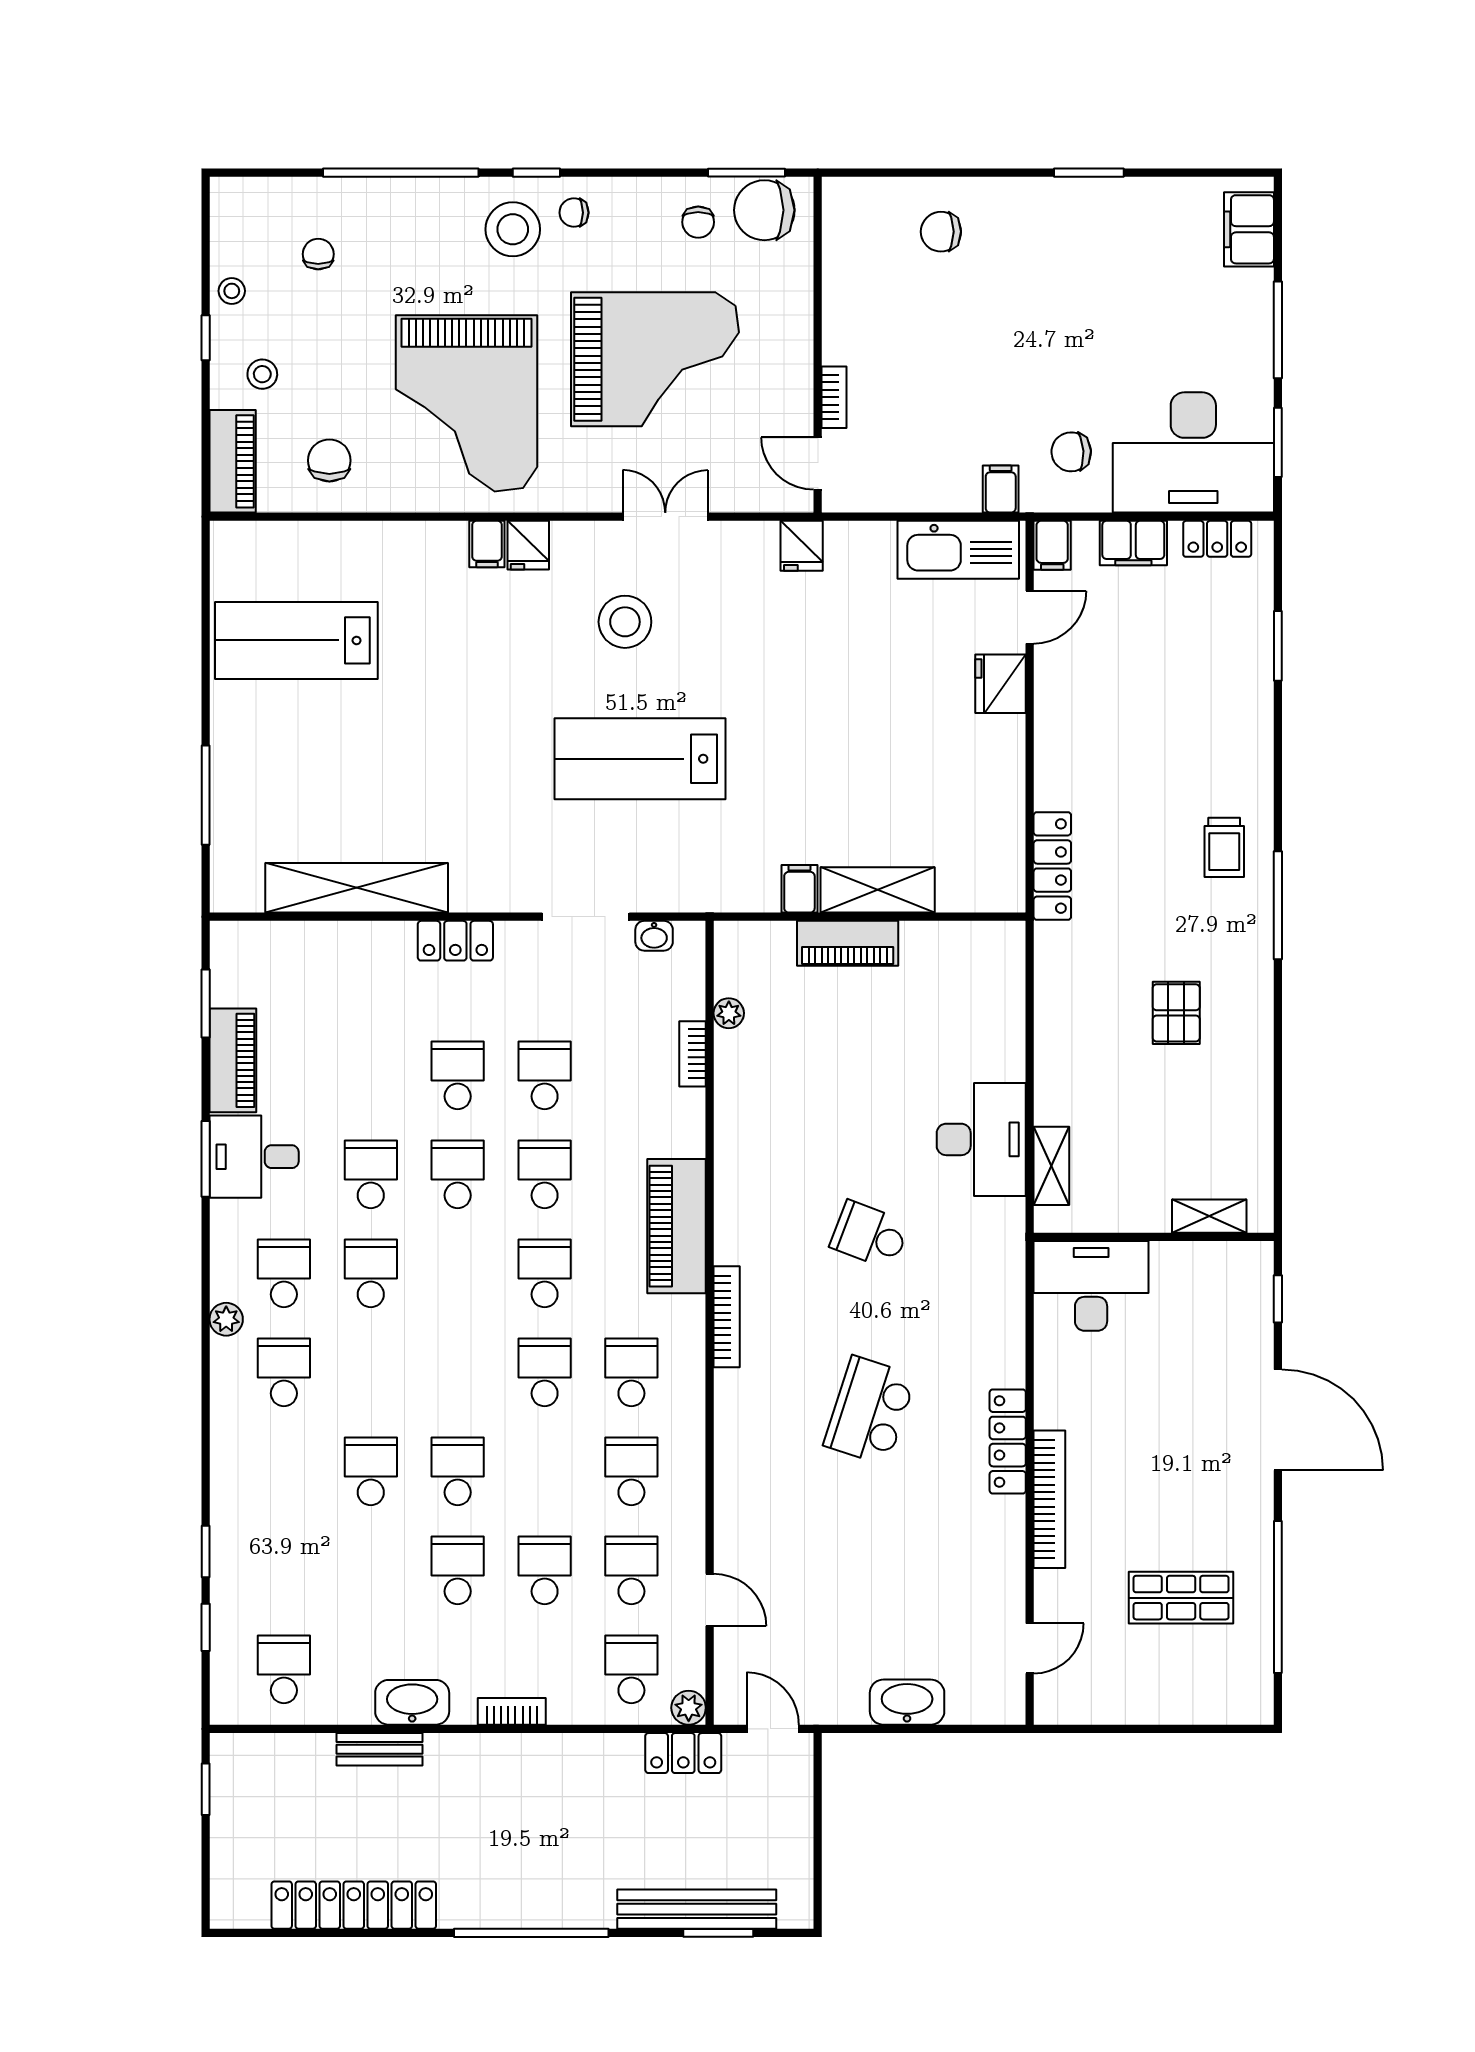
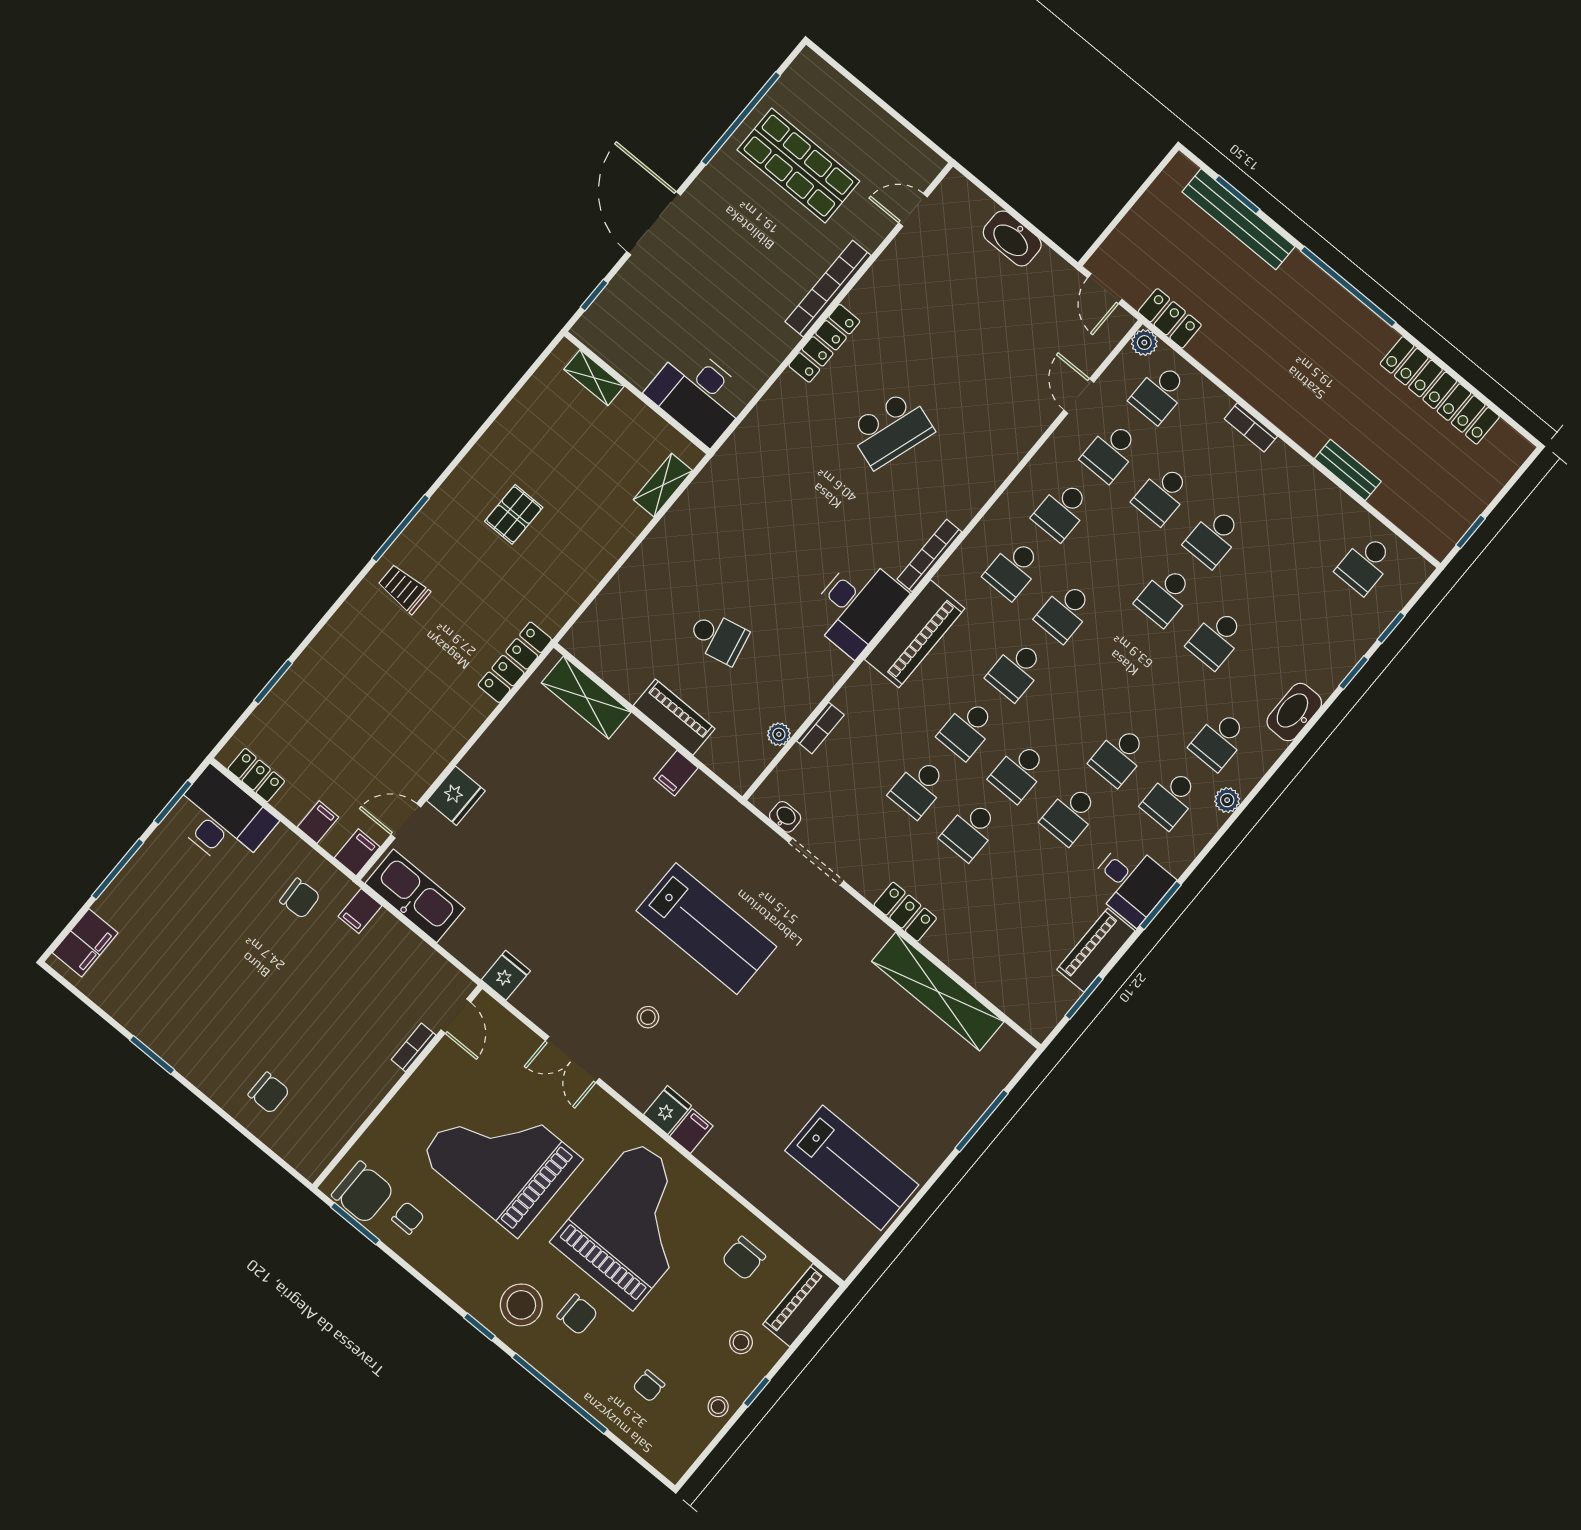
chair: (574, 213) -> (577, 1314), moved, width x1.37, depth x1.37
desk: (1193, 452) -> (222, 819), width x0.73, depth x0.77
filing cabinet: (1133, 543) -> (318, 822), width x0.50
stool: (625, 622) -> (648, 1017), width x0.53, depth x0.53
trolley: (1224, 847) -> (404, 589), turned -90
shelving: (878, 890) -> (586, 698), moved
desk: (981, 1139) -> (856, 605), moved, turned 180
school desk: (870, 1235) -> (718, 638), moved, turned -33
shop shelf: (1181, 1598) -> (798, 166), width x1.43, depth x1.36
washbasin: (412, 1702) -> (1294, 712), moved, turned 90

